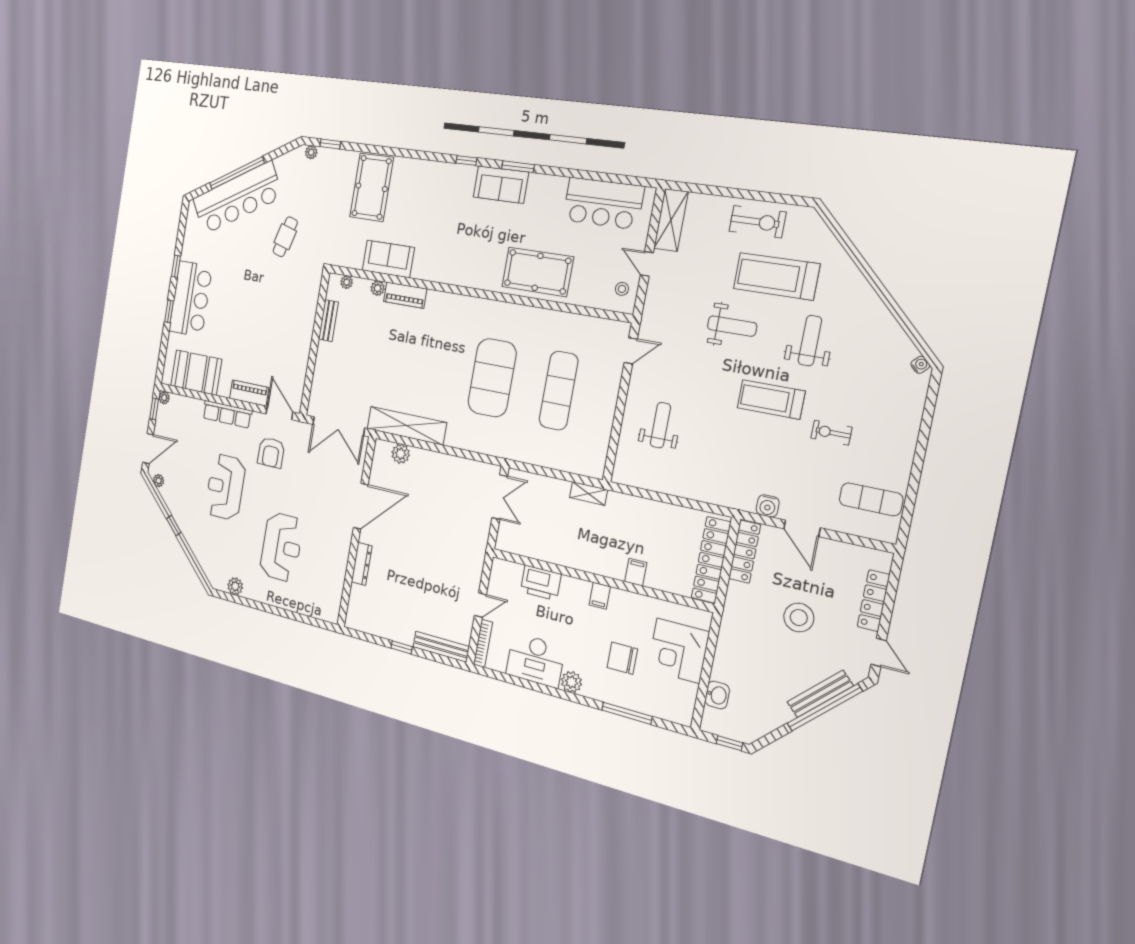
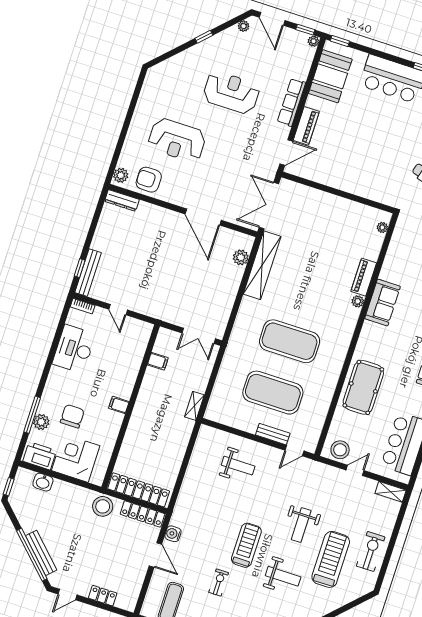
shelving: (671, 220) -> (391, 492), width x0.67, depth x0.75
exercise bike: (758, 222) -> (371, 551), turned 180
sofa: (388, 259) -> (383, 302), moved
plant: (378, 288) -> (358, 301), moved
stool: (622, 289) -> (340, 450), width x1.89, depth x1.89
window: (169, 311) -> (340, 41), moved
bench: (328, 321) -> (273, 434), moved
door: (631, 351) -> (294, 451), hinge flipped
exercise mat: (559, 391) -> (273, 393), width x1.47
armchair: (271, 453) -> (149, 180), moved
door: (802, 528) -> (155, 555), swing flipped
dresser: (362, 564) -> (122, 200), moved
filing cabinet: (636, 572) -> (158, 361), moved
printer: (541, 583) -> (40, 456), moved, turned 90
plant: (235, 586) -> (121, 175), moved
locker: (874, 601) -> (103, 596), width x0.66
stool: (799, 618) -> (103, 506), moved
bookcase: (483, 643) -> (83, 306), width x0.64
window: (402, 647) -> (80, 268), moved
plant: (571, 682) -> (41, 422), moved

